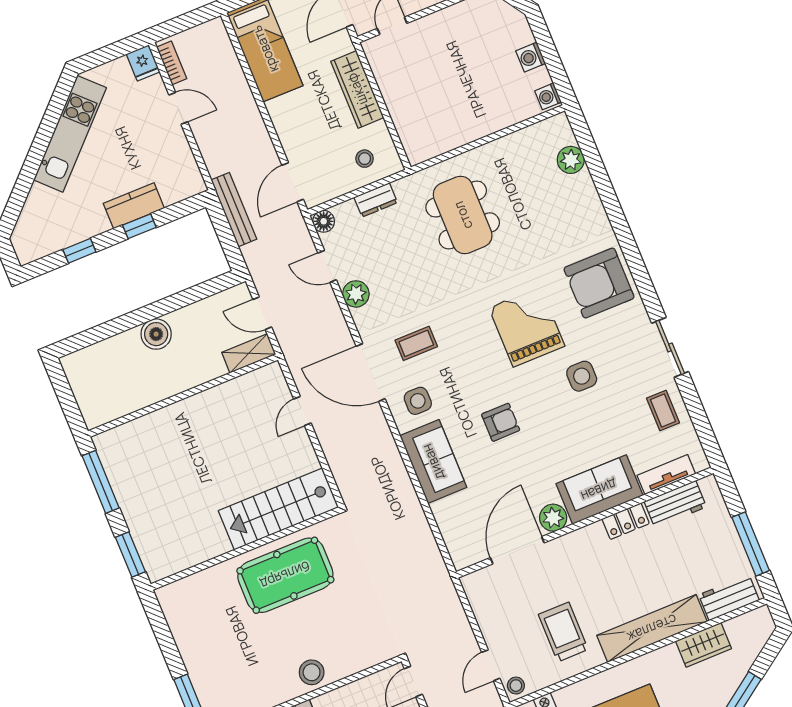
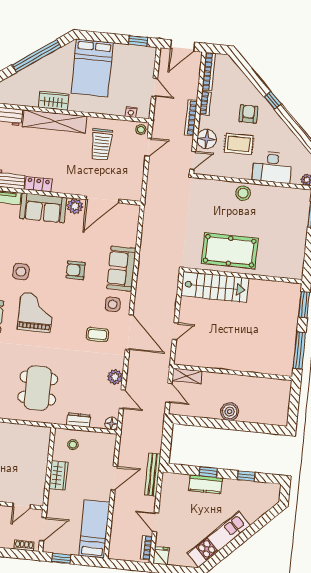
wardrobe: (357, 89) -> (58, 475), width x0.67
door: (293, 182) -> (114, 478), moved
bench: (234, 210) -> (153, 475), moved
grand piano: (527, 327) -> (36, 312), turned 180
wardrobe: (703, 645) -> (54, 101), moved

